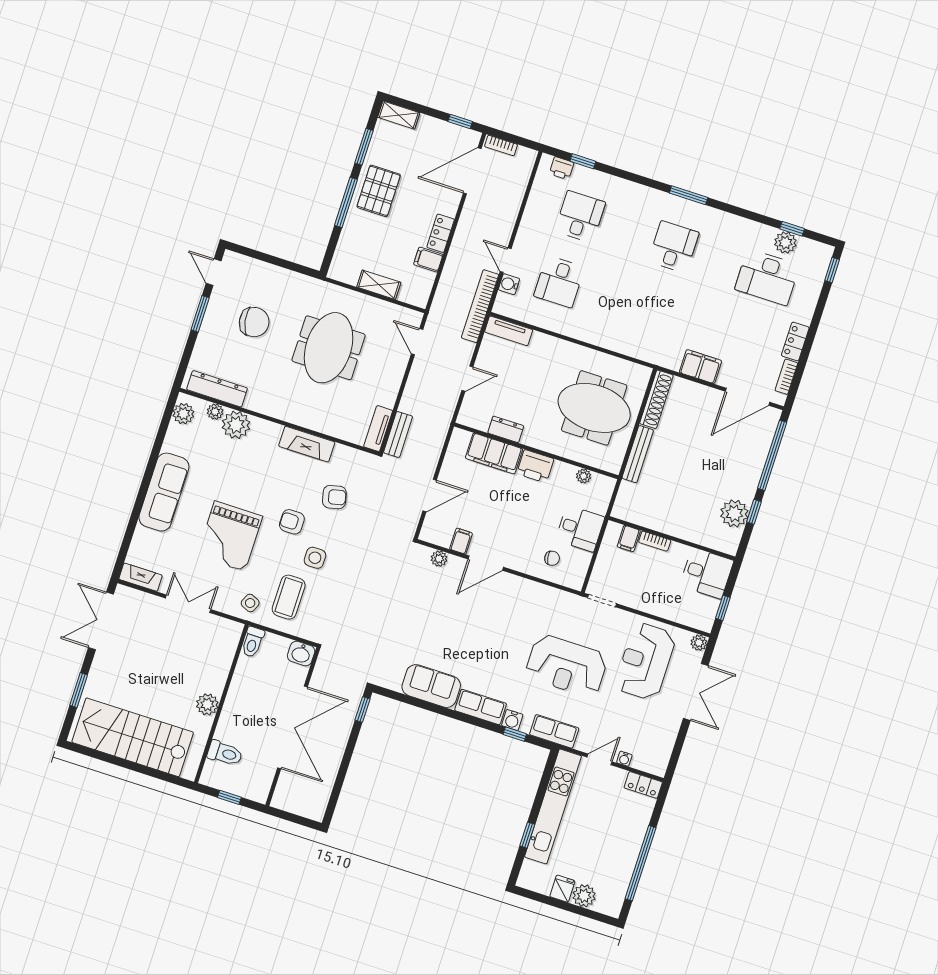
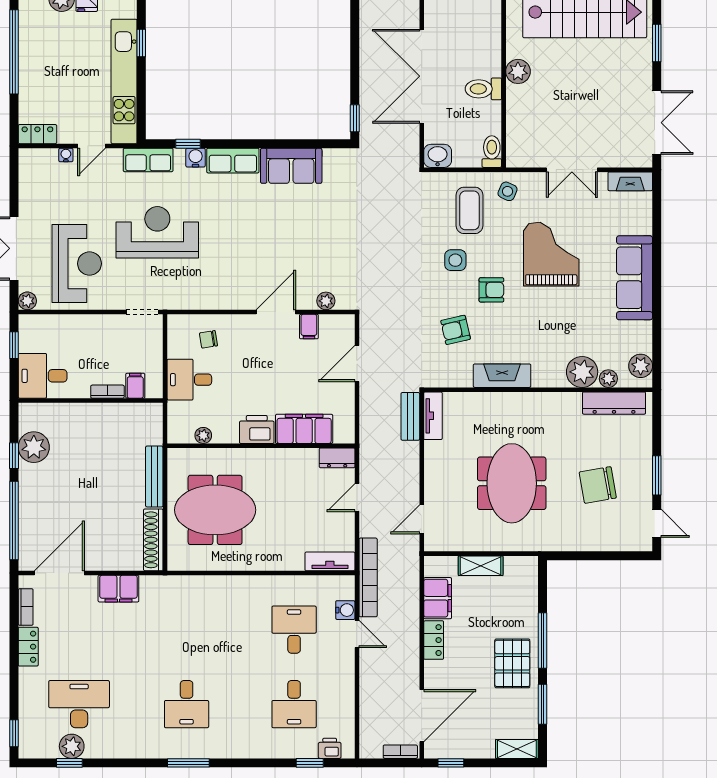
filing cabinet: (428, 260) -> (438, 598), width x2.00
door: (417, 342) -> (422, 519), swing flipped
dresser: (506, 429) -> (337, 458), moved
toilet: (225, 753) -> (483, 89), moved

